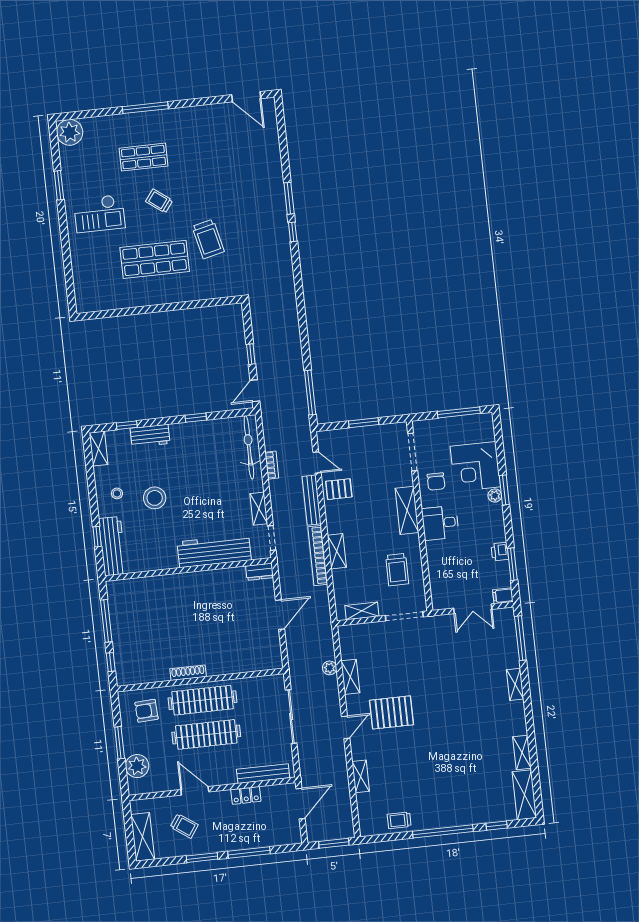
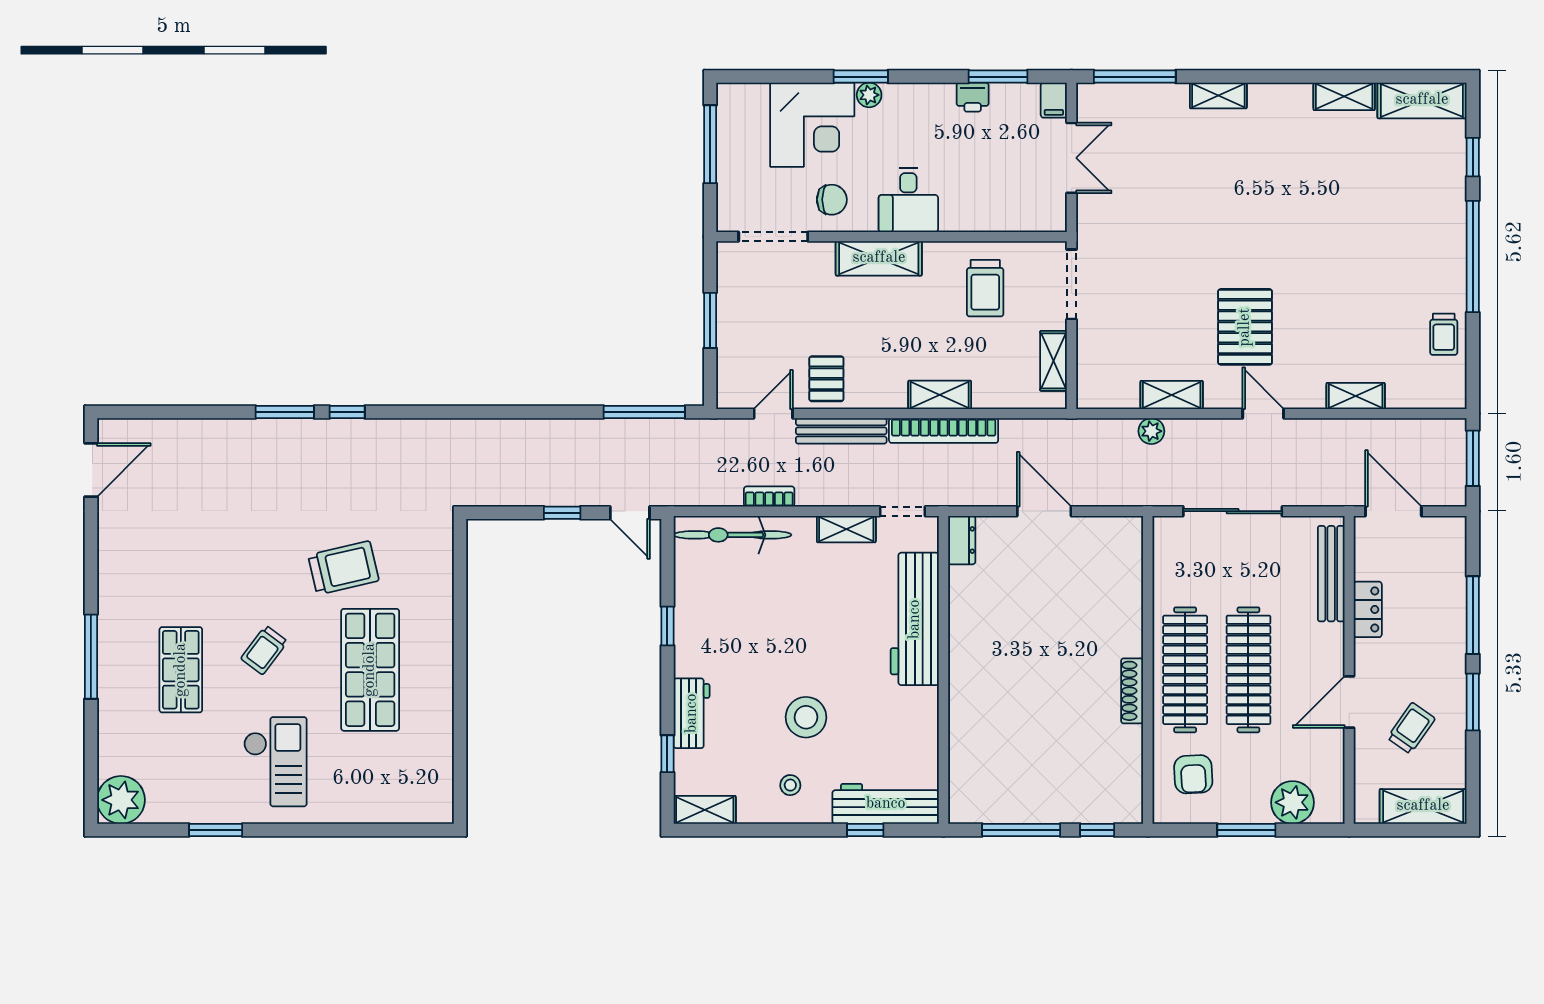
trolley: (397, 570) -> (985, 288), turned 90

